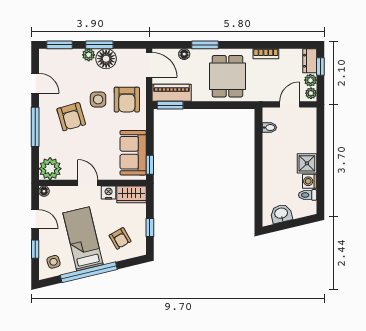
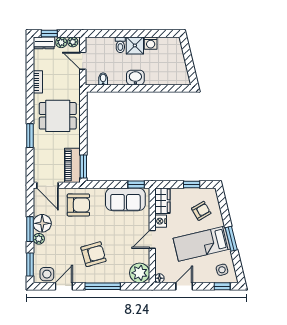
floor lamp: (184, 54) -> (38, 154), removed
door: (149, 65) -> (48, 185), swing flipped
side table: (98, 99) -> (47, 274), moved
toilet: (308, 195) -> (120, 45), moved
washbasin: (281, 214) -> (135, 78), moved, turned 103
window: (35, 249) -> (222, 286), moved
window: (89, 272) -> (231, 239), width x0.47

